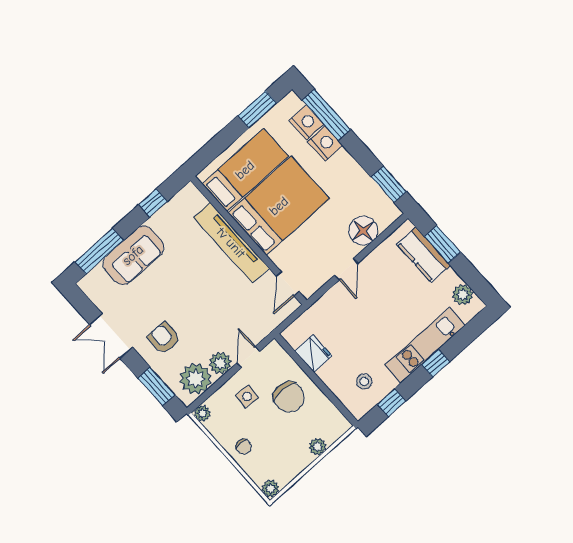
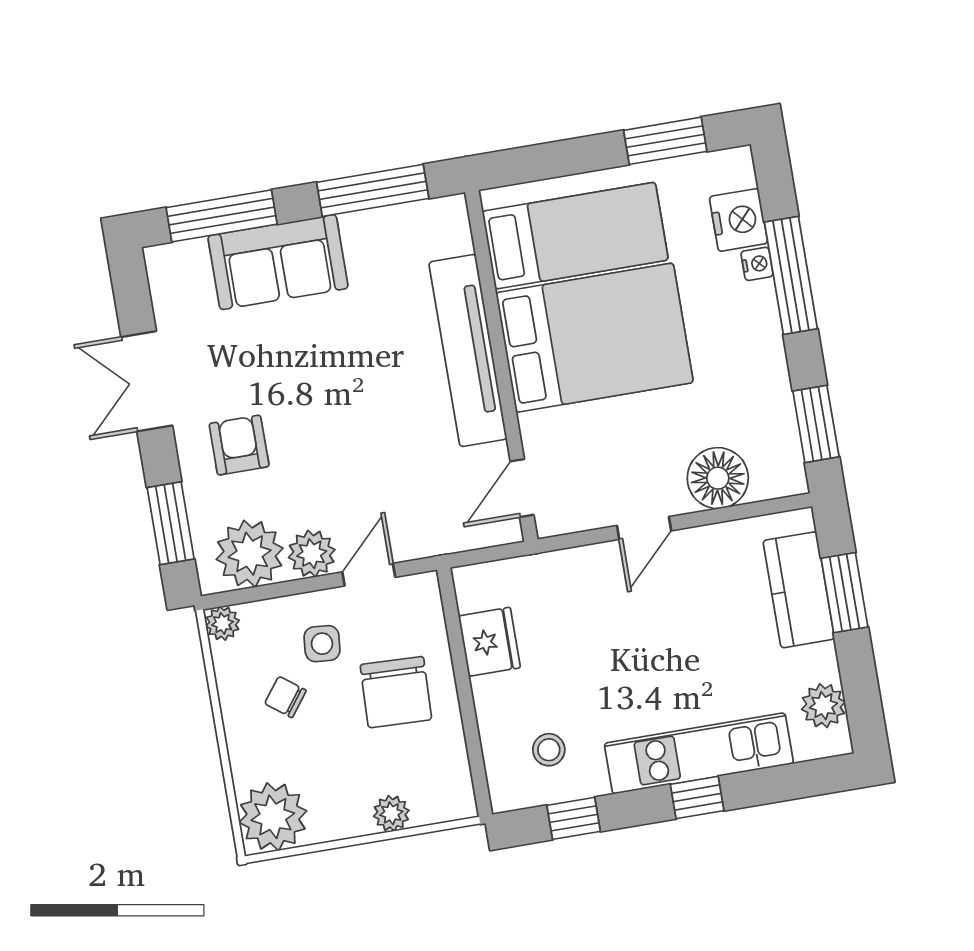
window: (326, 115) -> (791, 275), moved
nightstand: (325, 143) -> (757, 264), width x0.53, depth x0.56
window: (153, 203) -> (373, 190), width x2.17
chair: (244, 447) -> (285, 697), moved, turned 127
plant: (271, 489) -> (273, 817), width x1.88, depth x1.88

